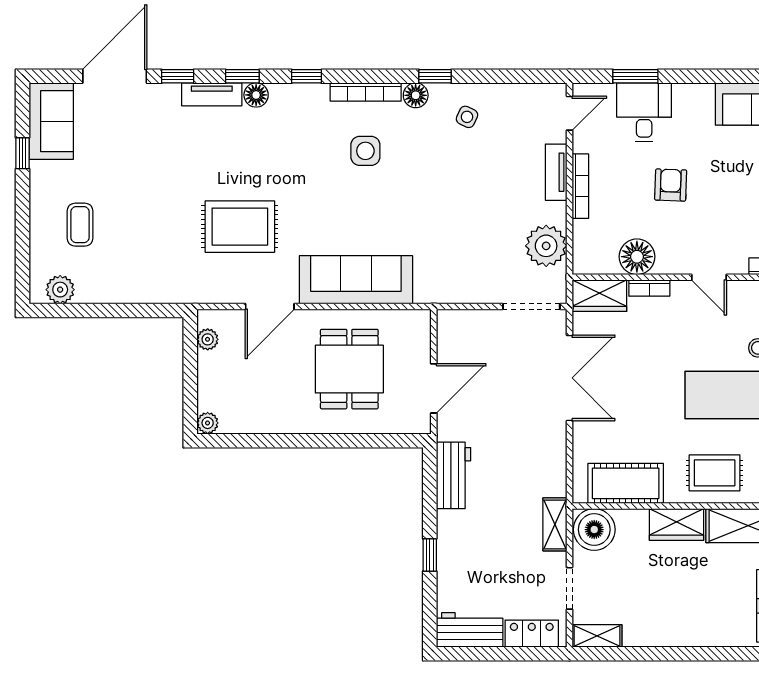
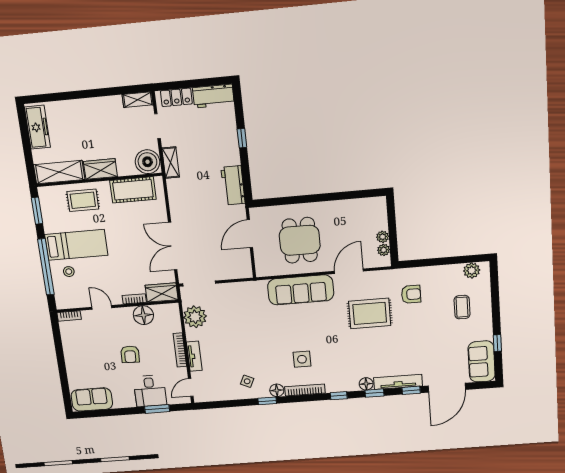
tv unit: (212, 94) -> (398, 382), width x1.41
armchair: (166, 255) -> (411, 294), added
plant: (208, 423) -> (383, 237), moved

